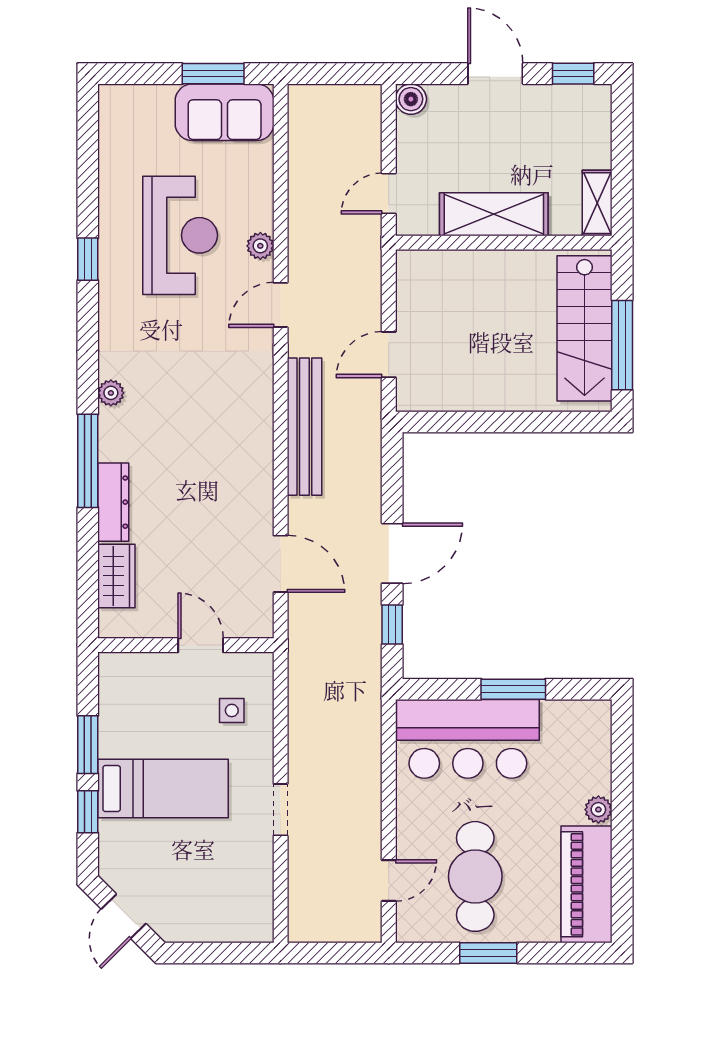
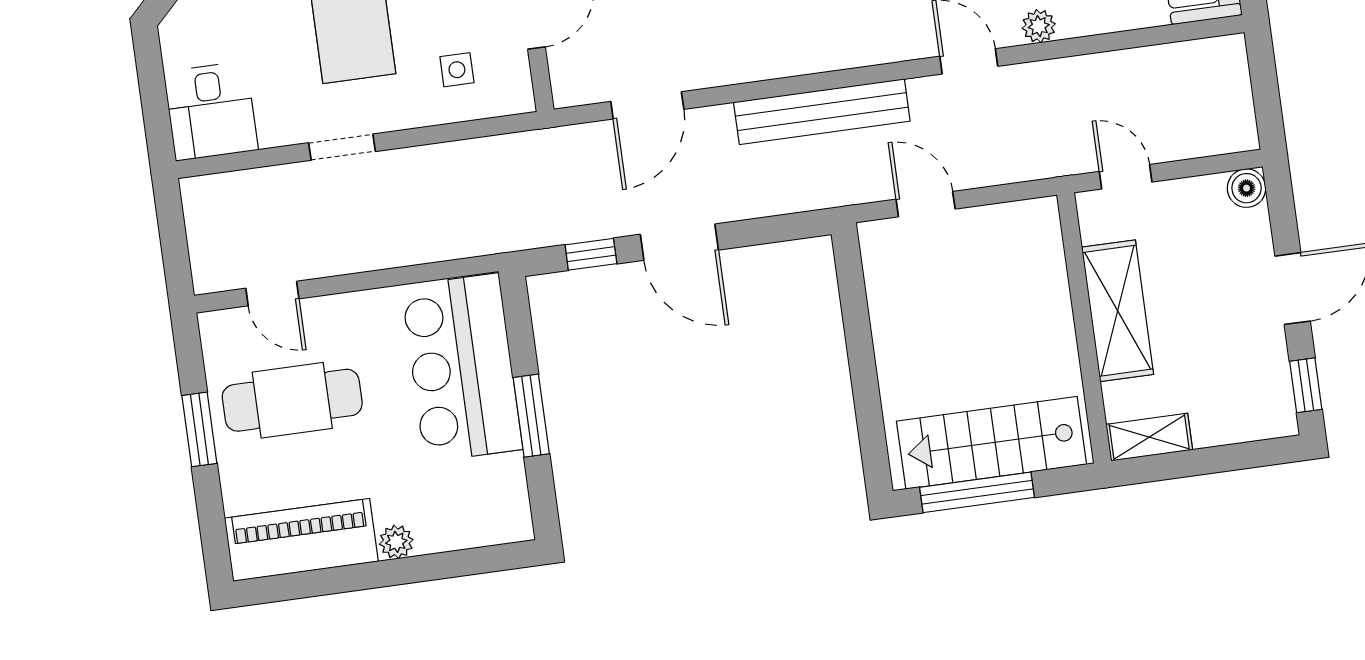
desk: (238, 909) -> (211, 111), added

